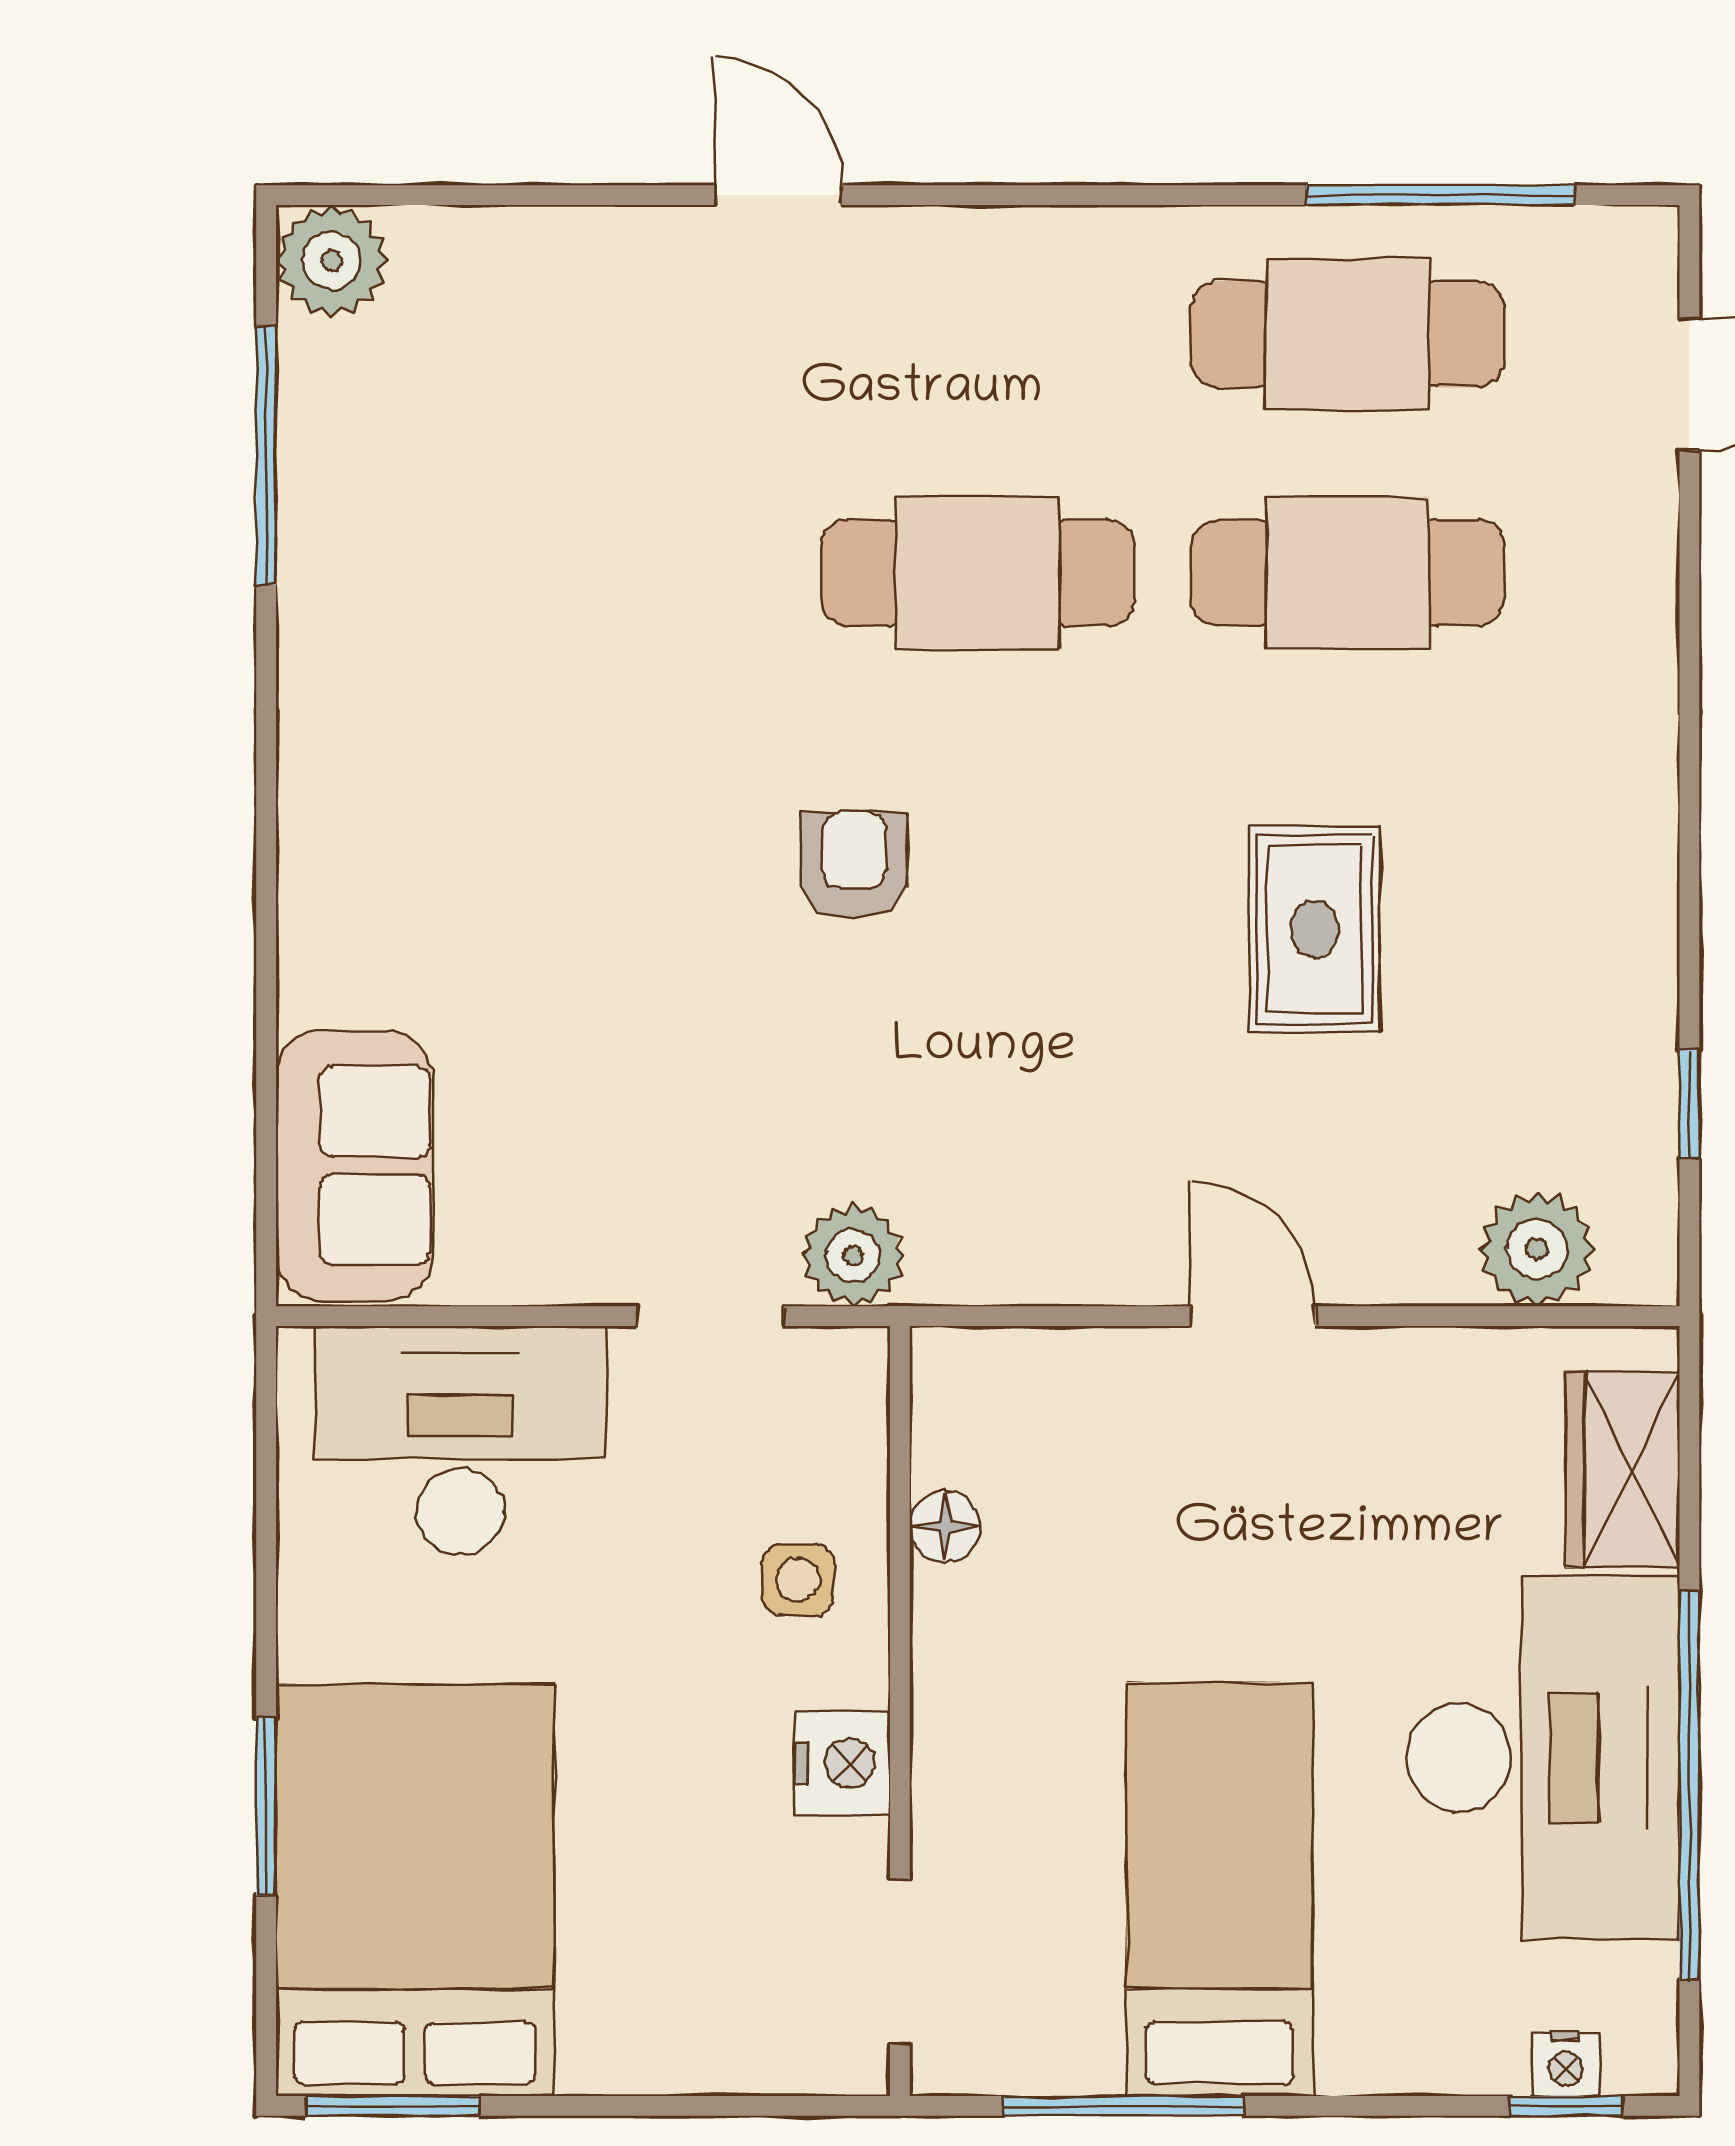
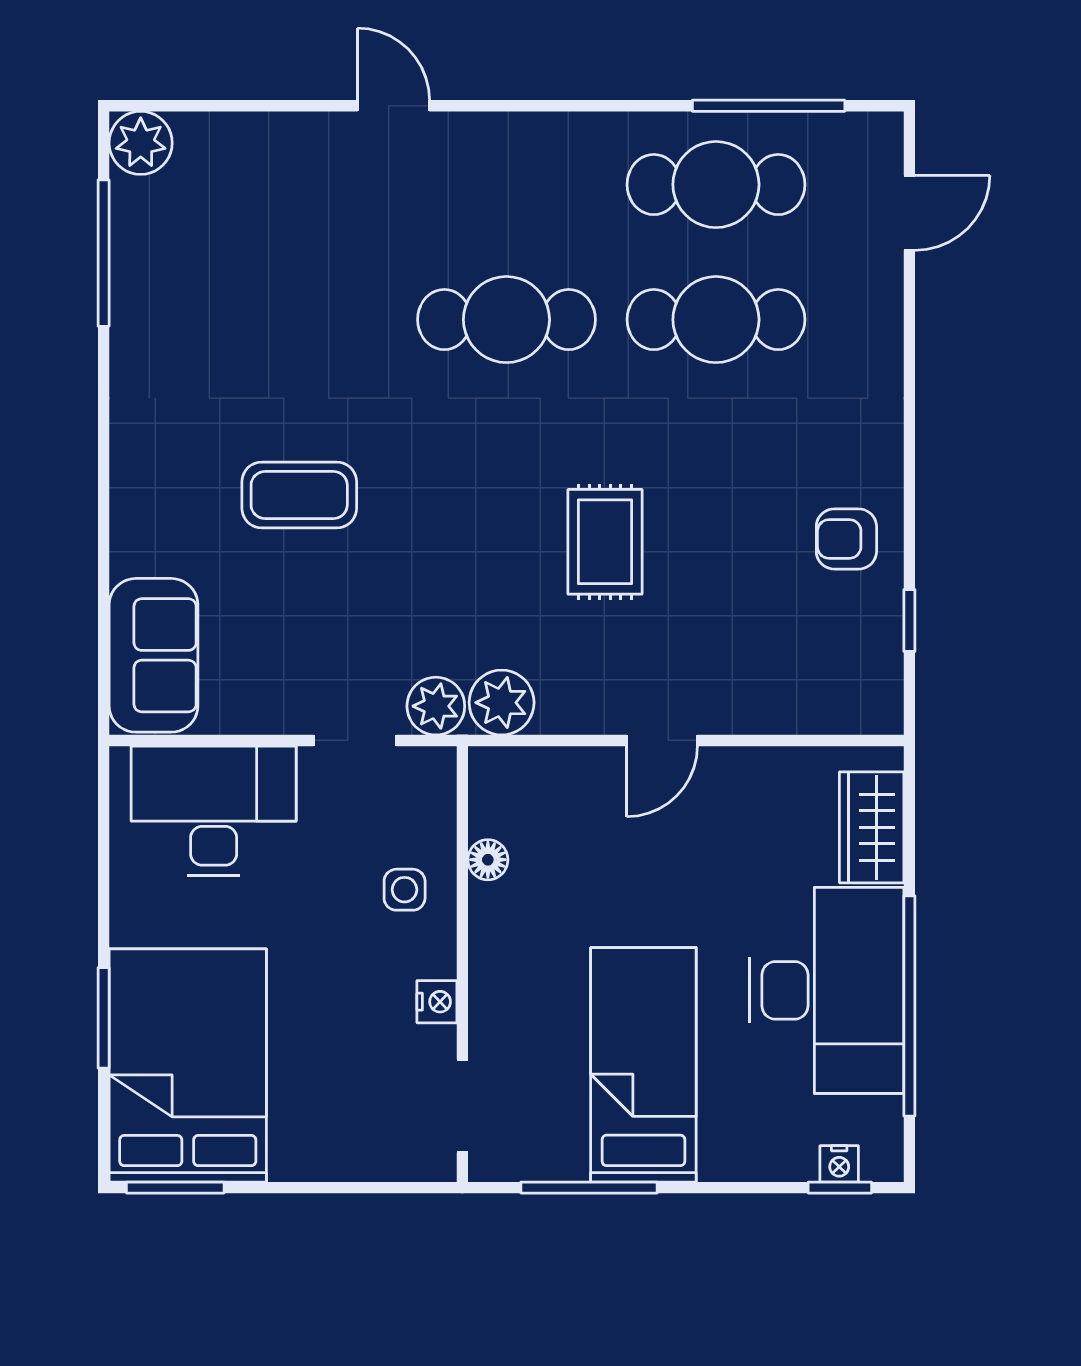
armchair: (854, 865) -> (846, 539), moved, turned -90
coffee table: (612, 883) -> (299, 495), added
rug: (1314, 929) -> (605, 542), moved
plant: (1537, 1249) -> (502, 703), moved
door: (1253, 1316) -> (662, 740), swing flipped
nightstand: (842, 1763) -> (437, 1002), width x0.72, depth x0.74

